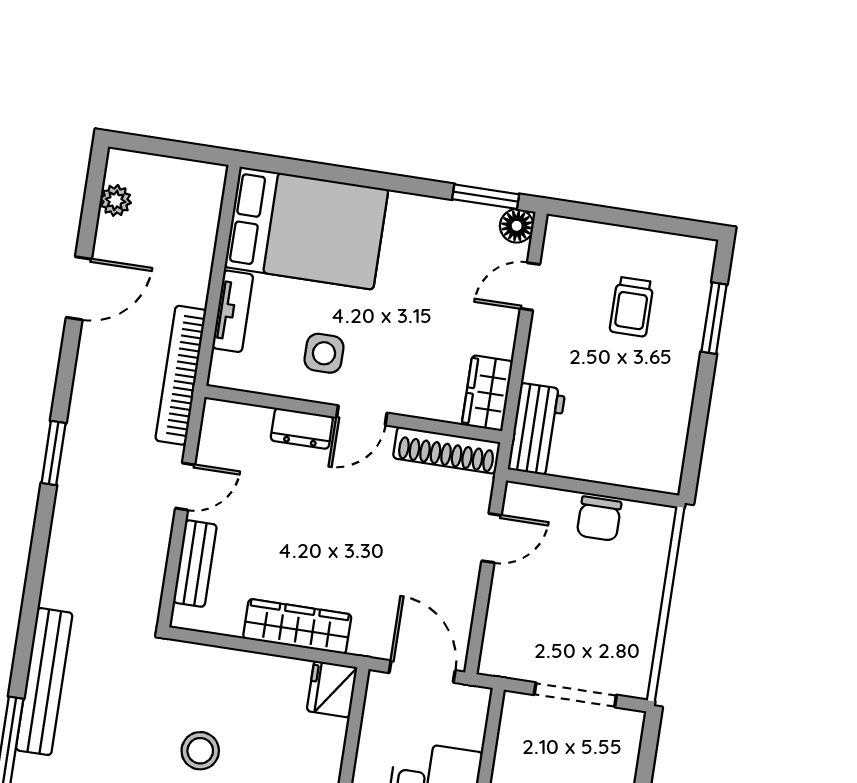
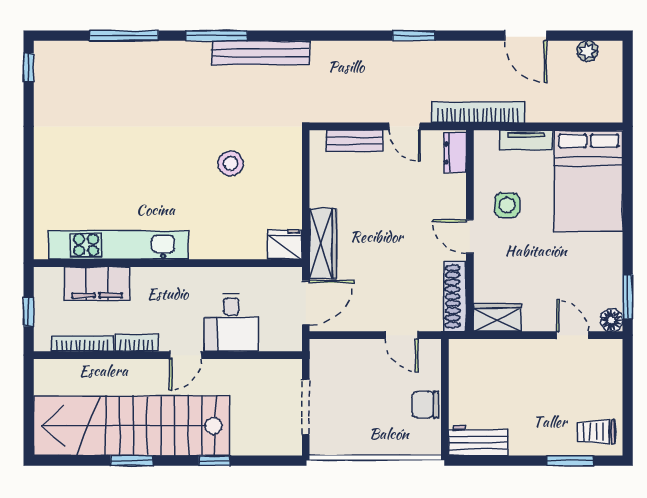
trolley: (632, 307) -> (596, 432), moved
dresser: (302, 428) -> (455, 153), moved
workbench: (537, 429) -> (478, 440), moved, turned 180
wardrobe: (297, 626) -> (323, 244), moved

